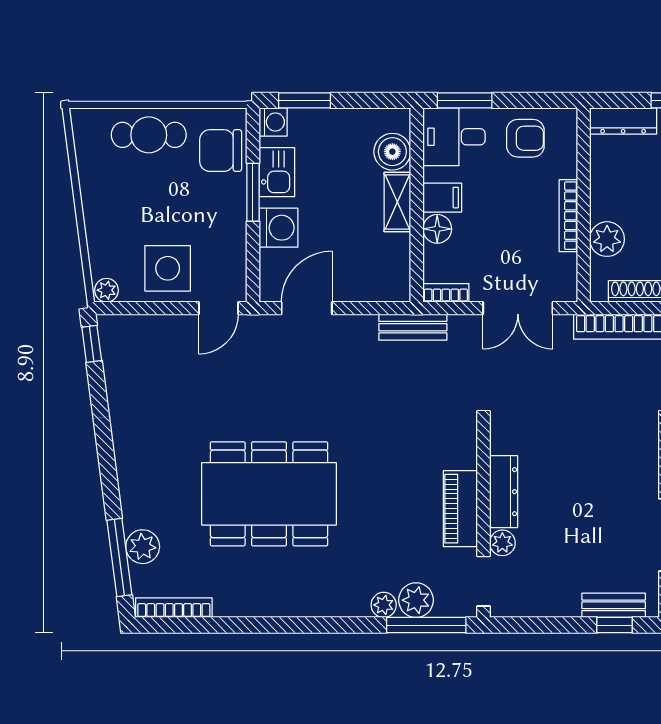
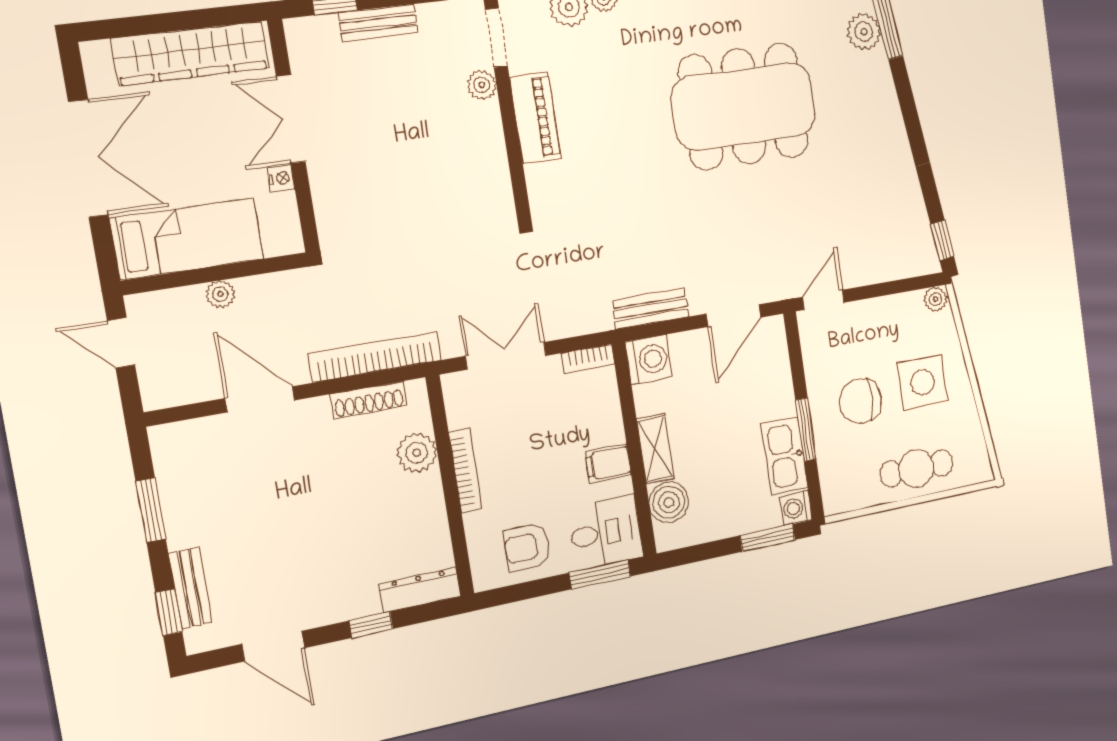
chair: (221, 151) -> (860, 401), moved, turned 180
kitchen sink: (277, 172) -> (785, 456), width x1.38
washing machine: (279, 228) -> (649, 359), moved, turned 180
floor lamp: (437, 229) -> (608, 428), removed
side table: (168, 268) -> (923, 382), moved
bench: (413, 327) -> (651, 309), moved
dresser: (504, 492) -> (489, 144), removed
bench: (614, 605) -> (378, 23), moved

